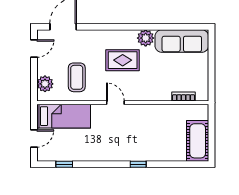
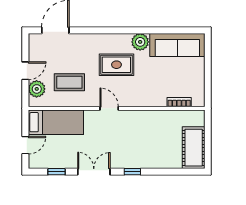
door: (34, 49) -> (25, 71), moved
coffee table: (77, 77) -> (69, 82), turned 90
double door: (101, 164) -> (94, 172), added

